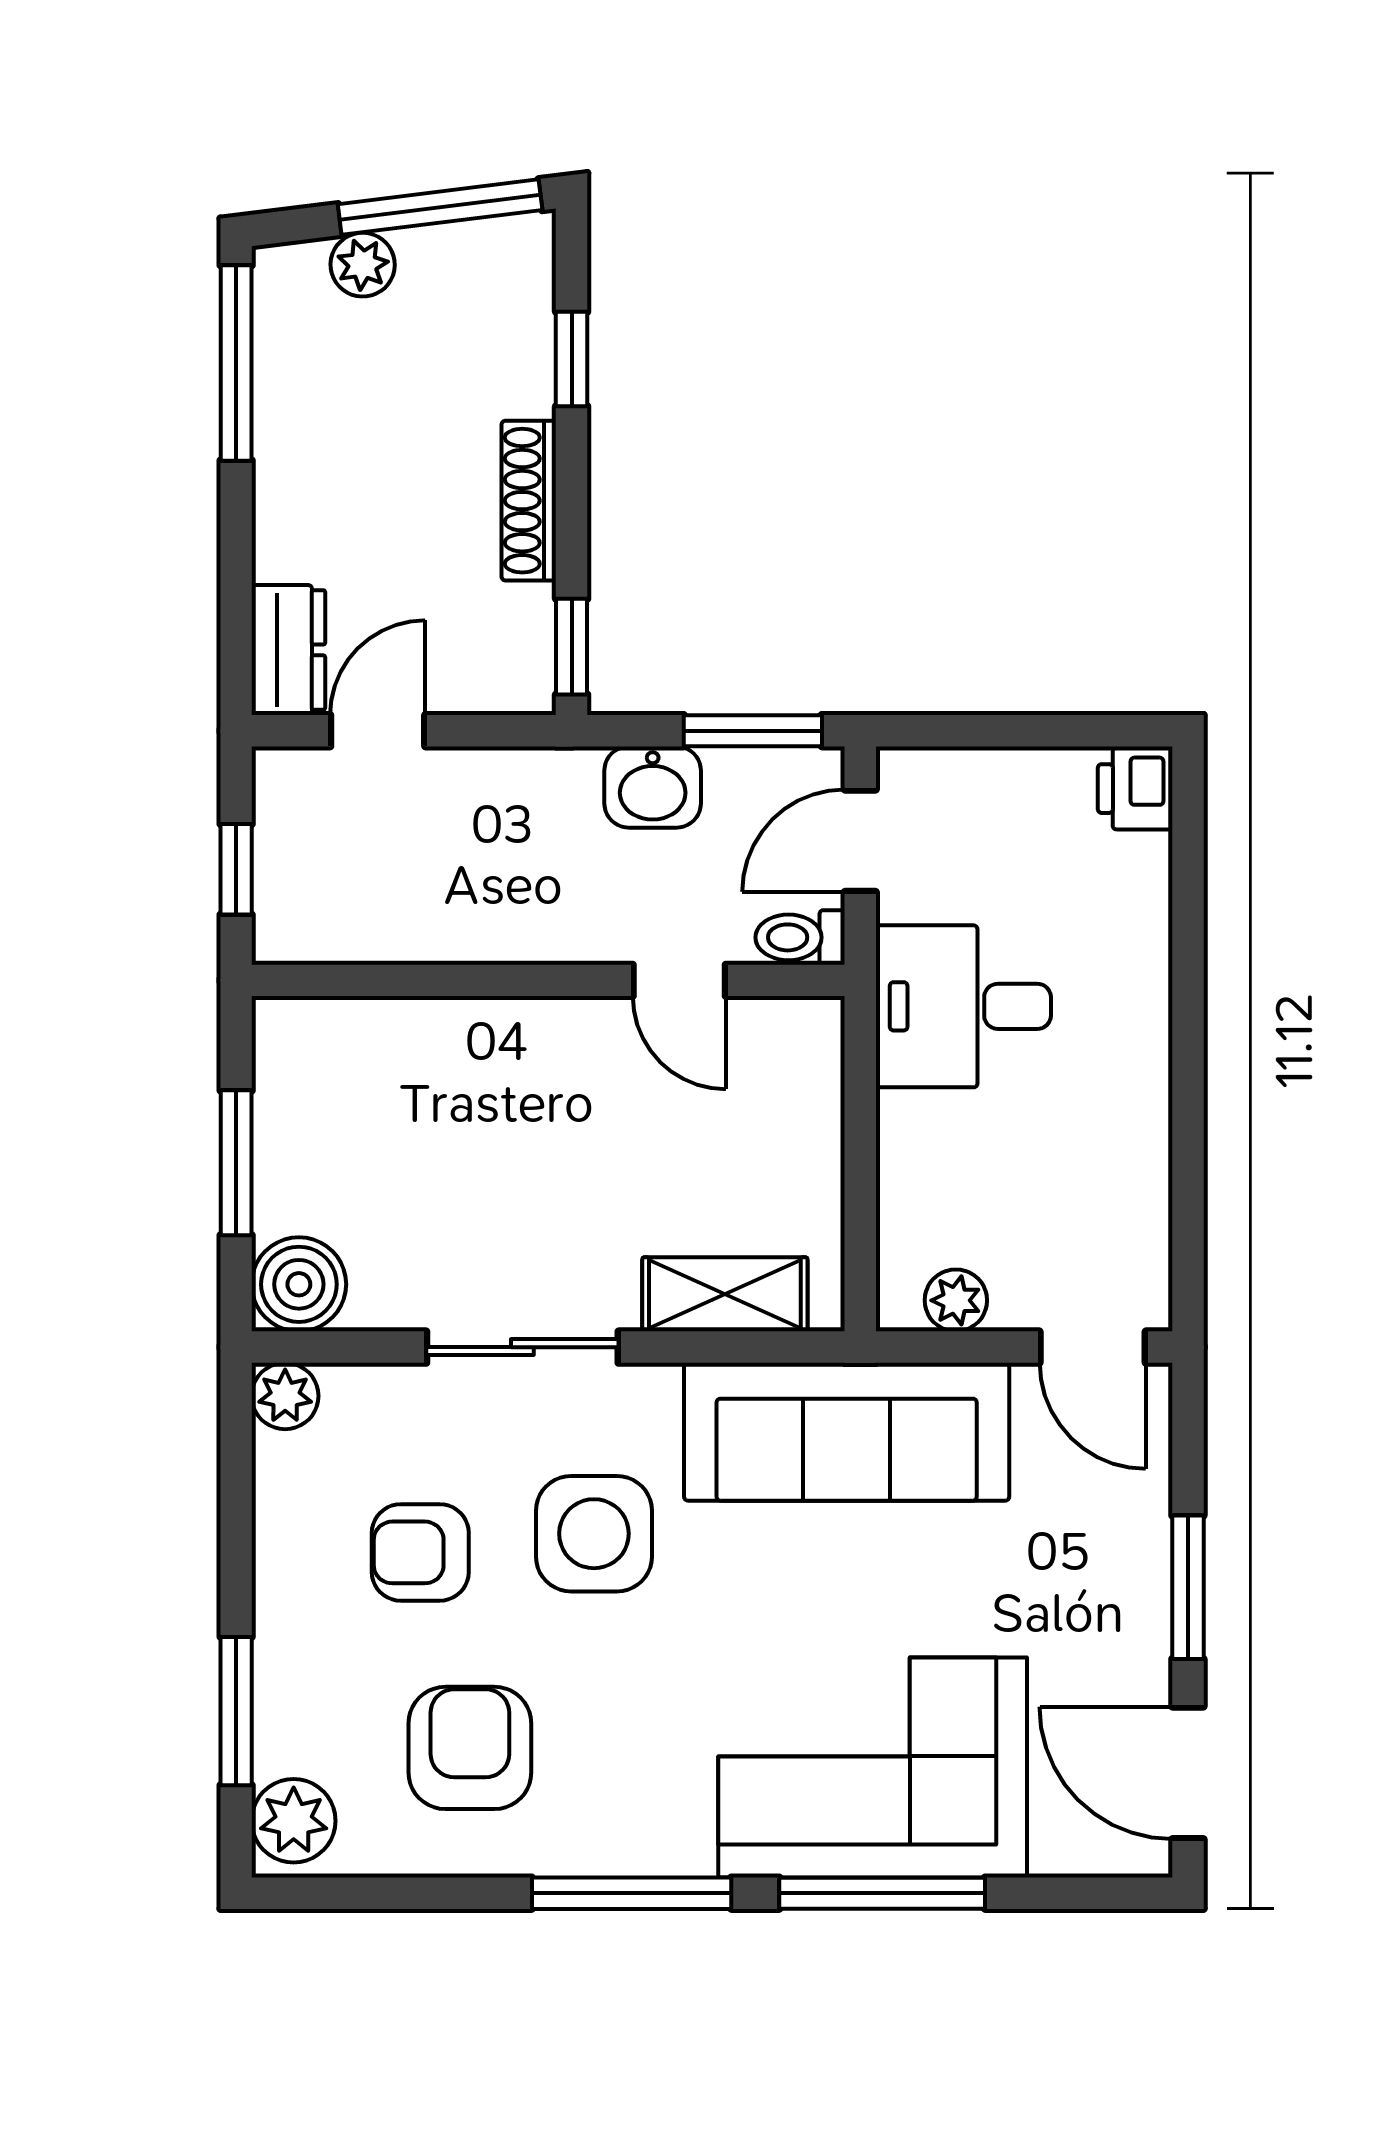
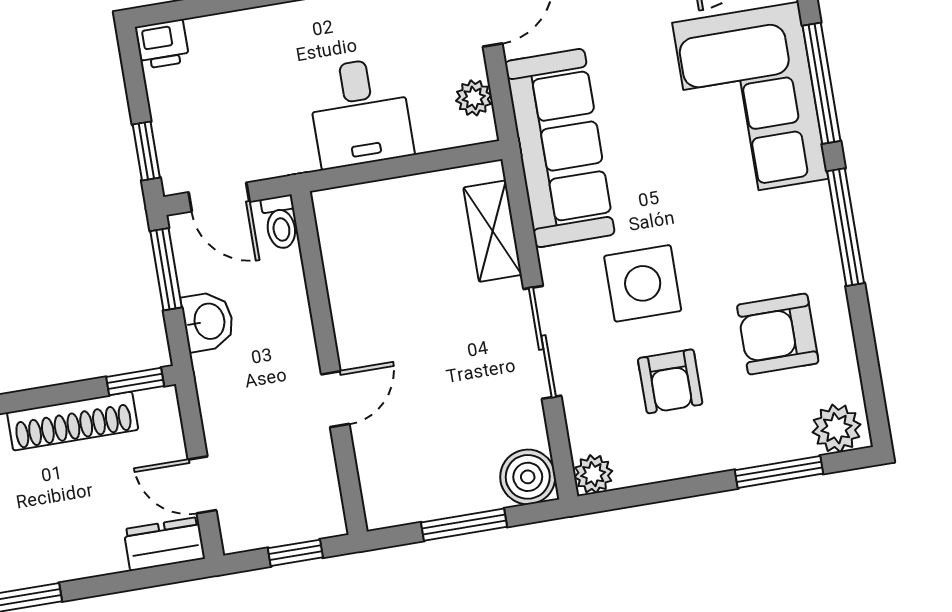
shoe rack: (529, 501) -> (73, 421), width x1.36, depth x1.24
window: (959, 731) -> (146, 151), added
door: (679, 980) -> (335, 399), moved
desk: (963, 1006) -> (360, 112), moved

